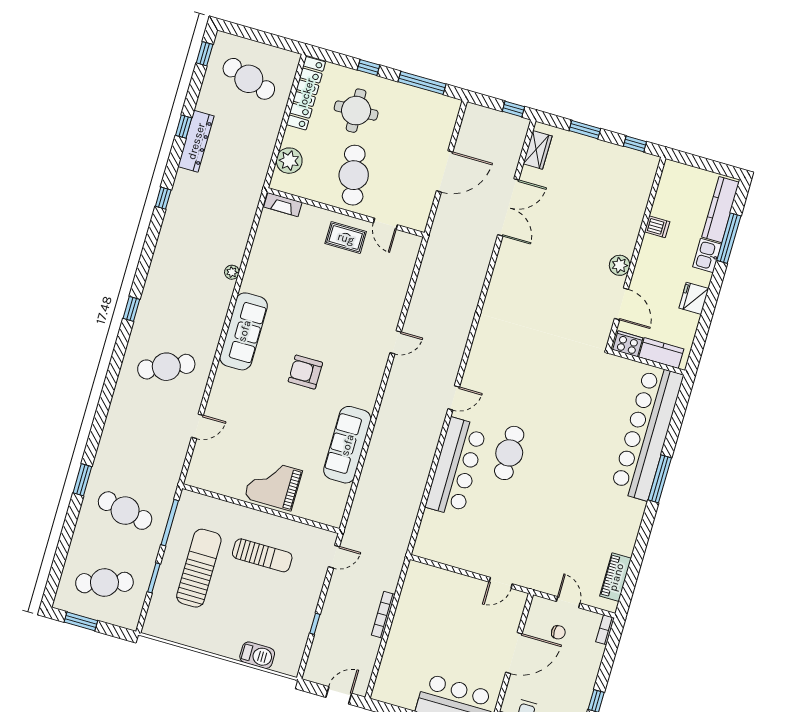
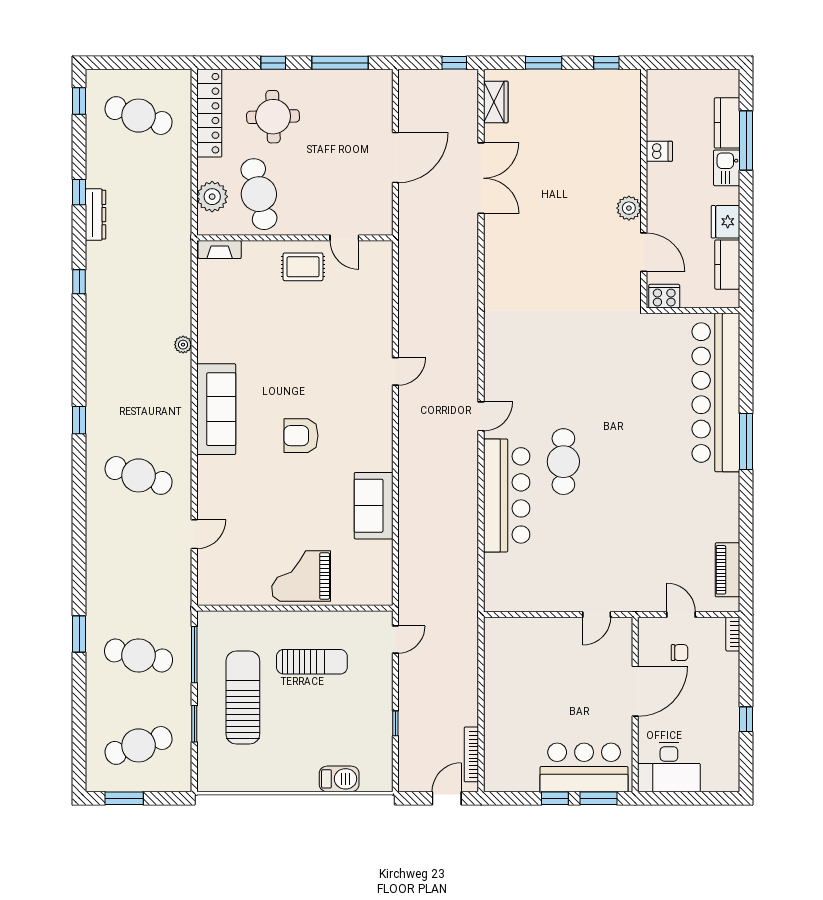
dresser: (196, 141) -> (96, 215), width x0.73, depth x0.80
cafe table: (354, 175) -> (259, 194), moved
kitchen counter: (720, 210) -> (727, 123), width x0.67
kitchen counter: (661, 353) -> (727, 265), moved, turned -90
cafe table: (166, 367) -> (139, 475), turned 42
sofa: (347, 445) -> (374, 506), width x0.73
bookcase: (383, 615) -> (471, 754), moved

